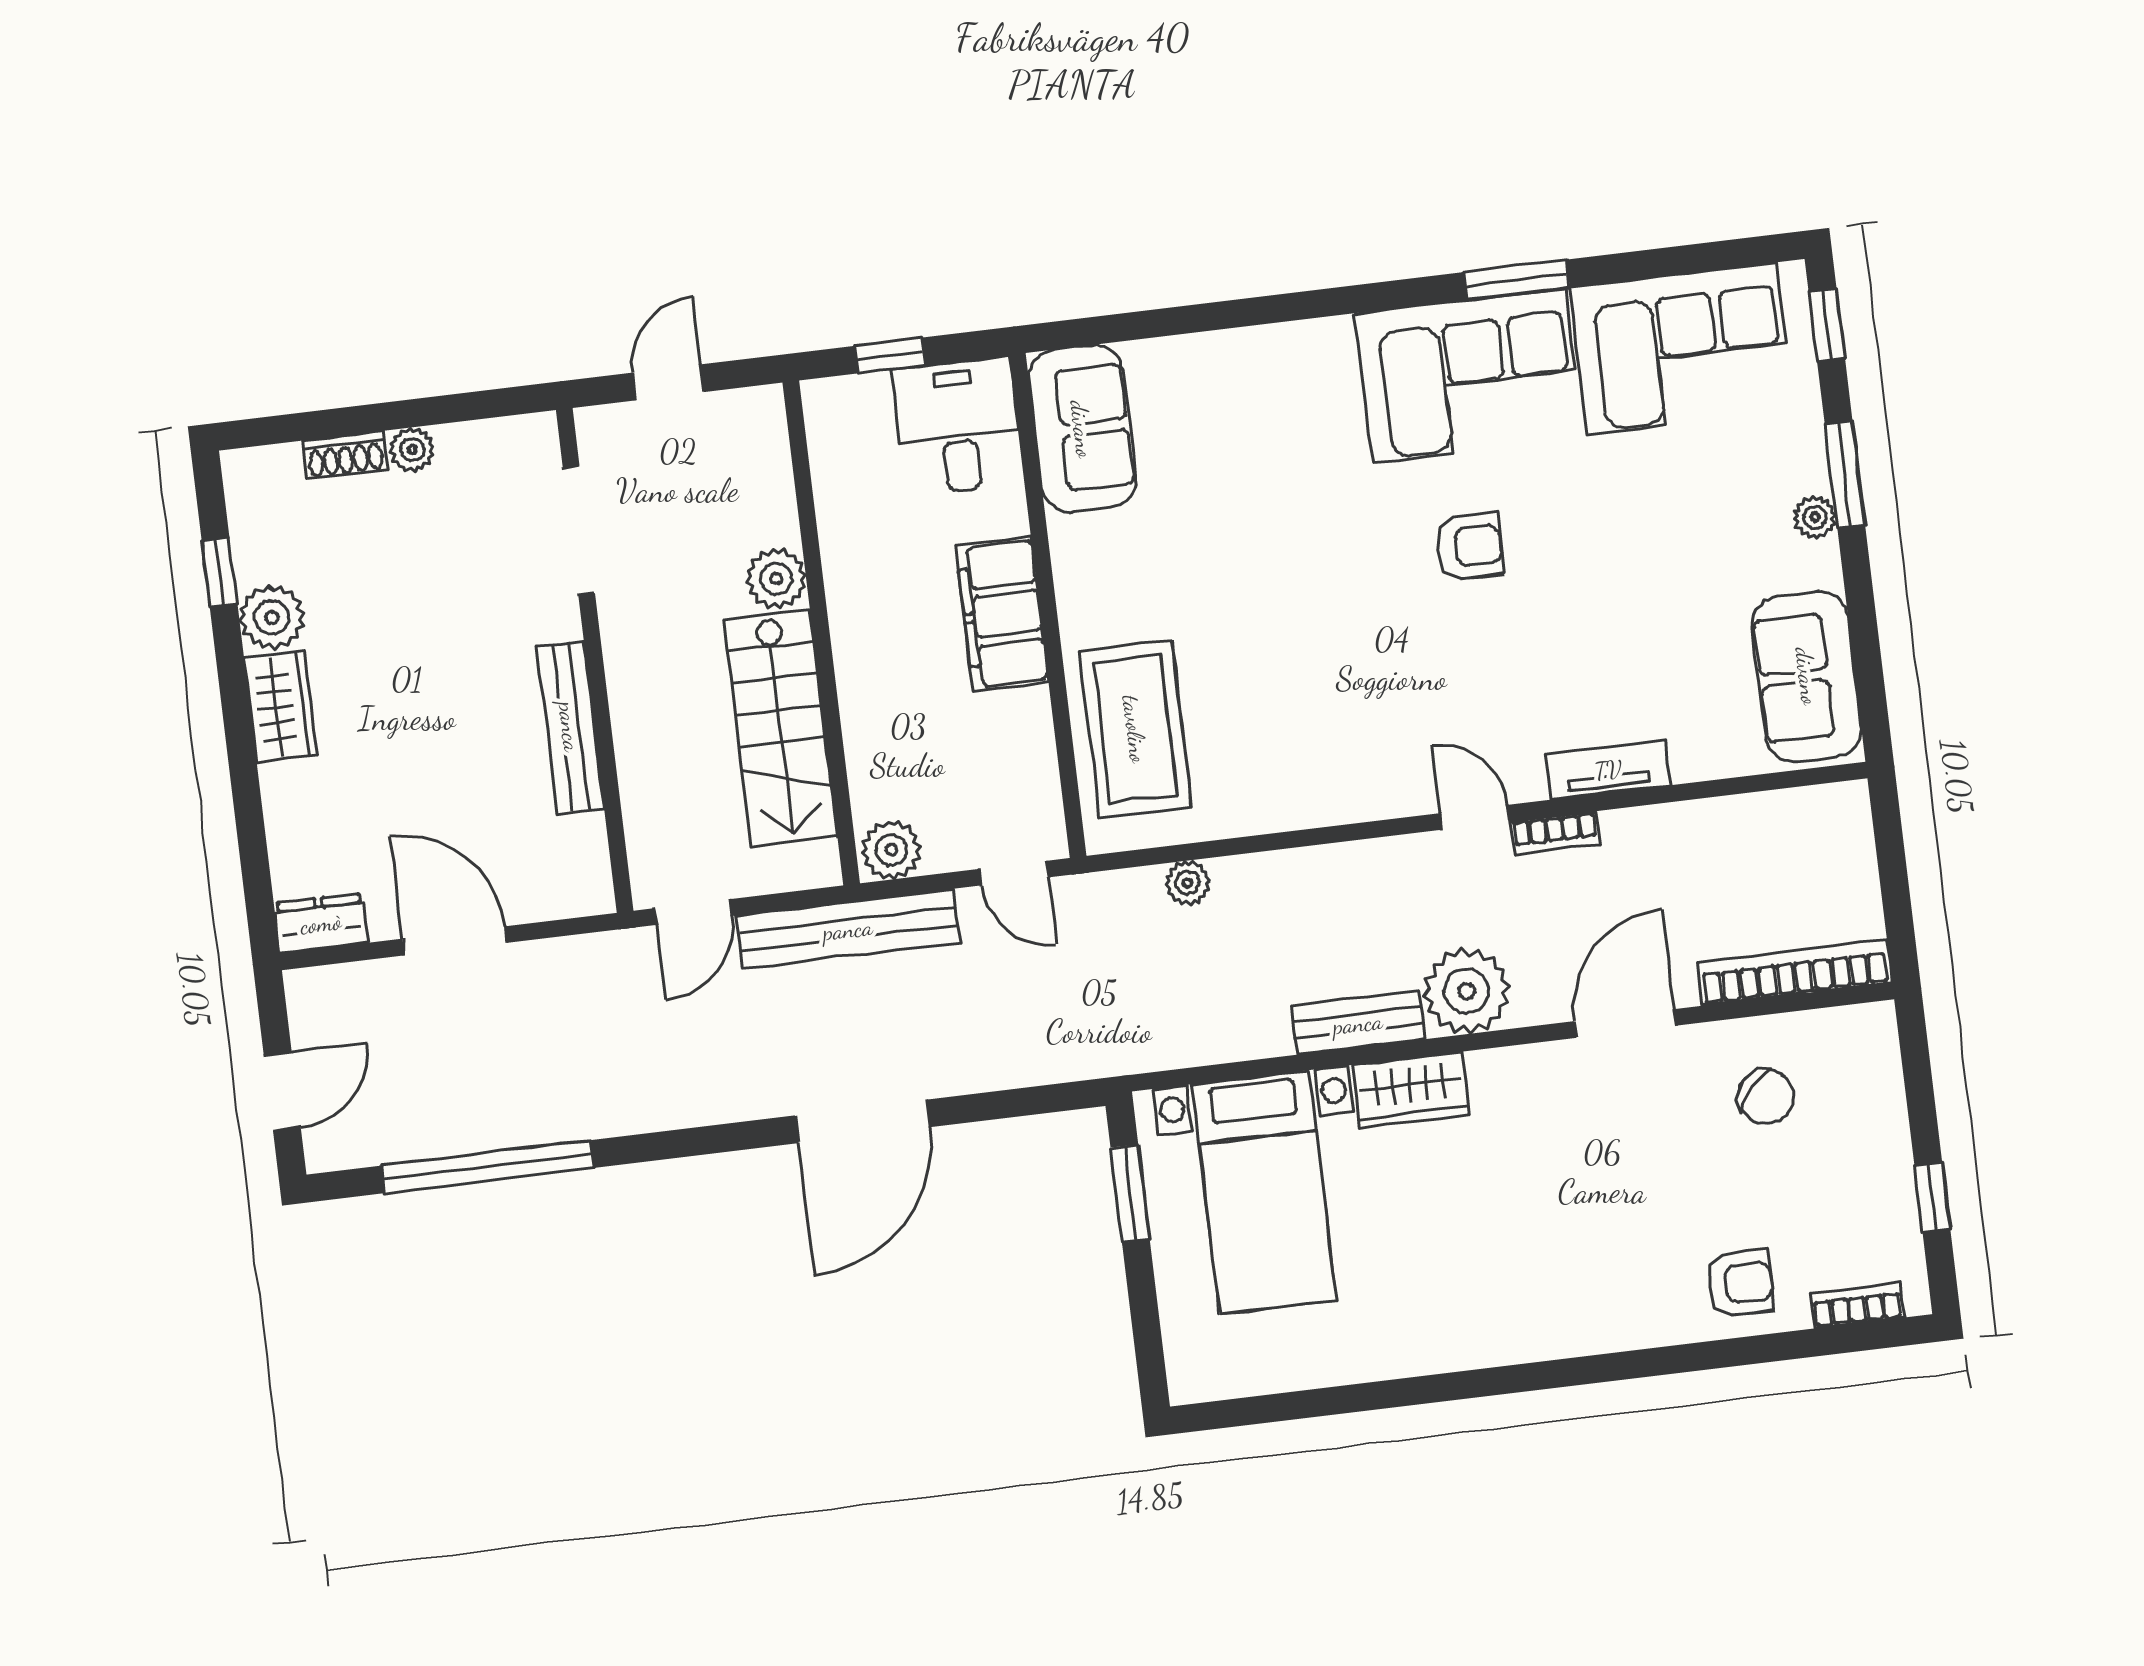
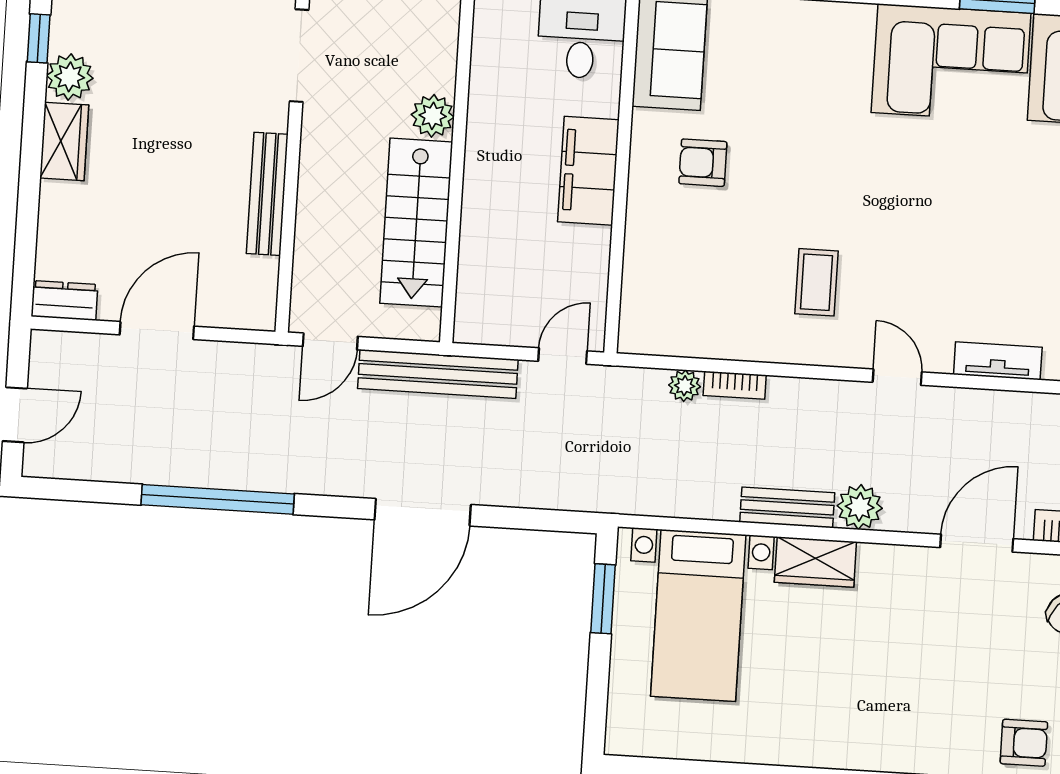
armchair: (1469, 547) -> (703, 163), moved, turned 180
coffee table: (1135, 729) -> (817, 282), moved, width x0.54, depth x0.58
bookcase: (1555, 833) -> (735, 385), moved
plant: (891, 850) -> (479, 323), removed
door: (1014, 873) -> (563, 356), swing flipped
door: (455, 941) -> (157, 330), hinge flipped
plant: (1467, 991) -> (860, 507), width x0.73, depth x0.73
window: (488, 1167) -> (218, 499), moved

